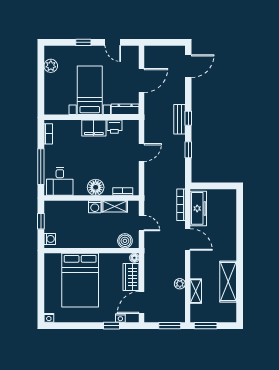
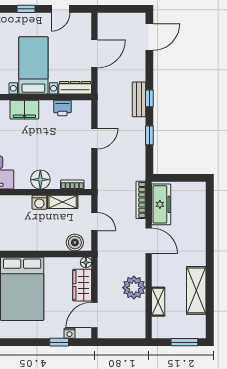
door: (113, 42) -> (61, 9), hinge flipped
filing cabinet: (94, 128) -> (24, 110), moved
plant: (180, 284) -> (134, 288), width x1.88, depth x1.88
window: (170, 326) -> (128, 342), removed
window: (206, 326) -> (184, 342), moved

